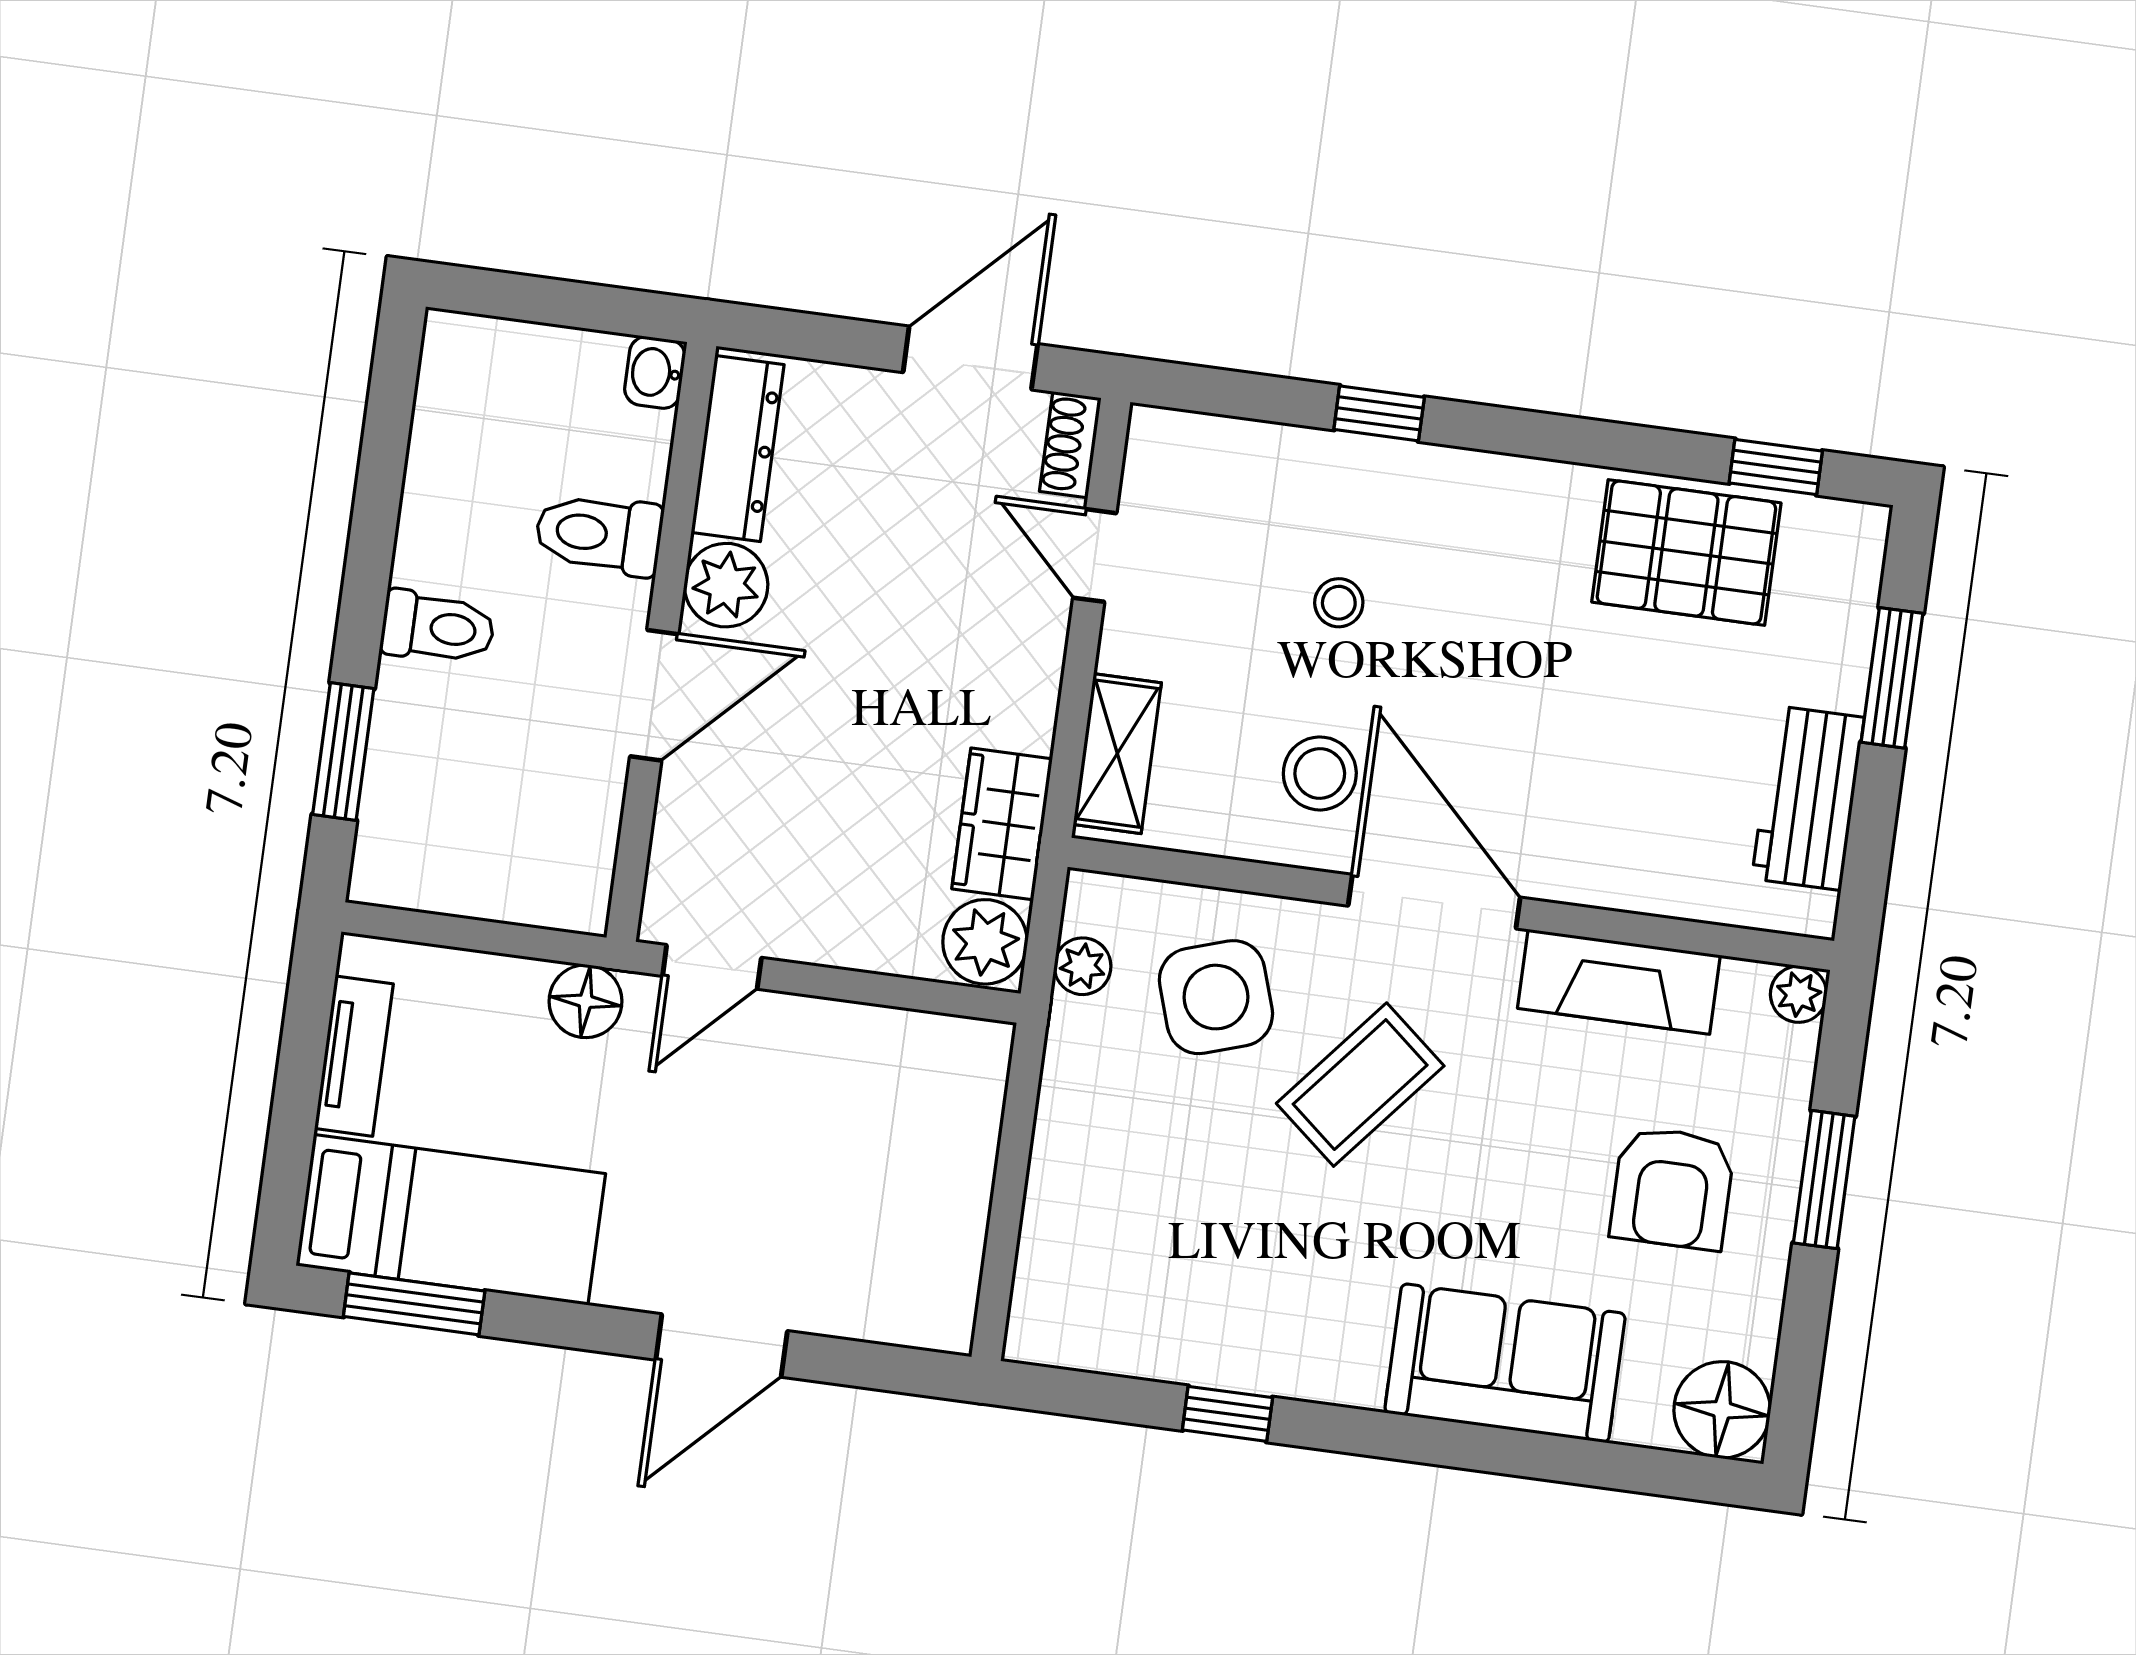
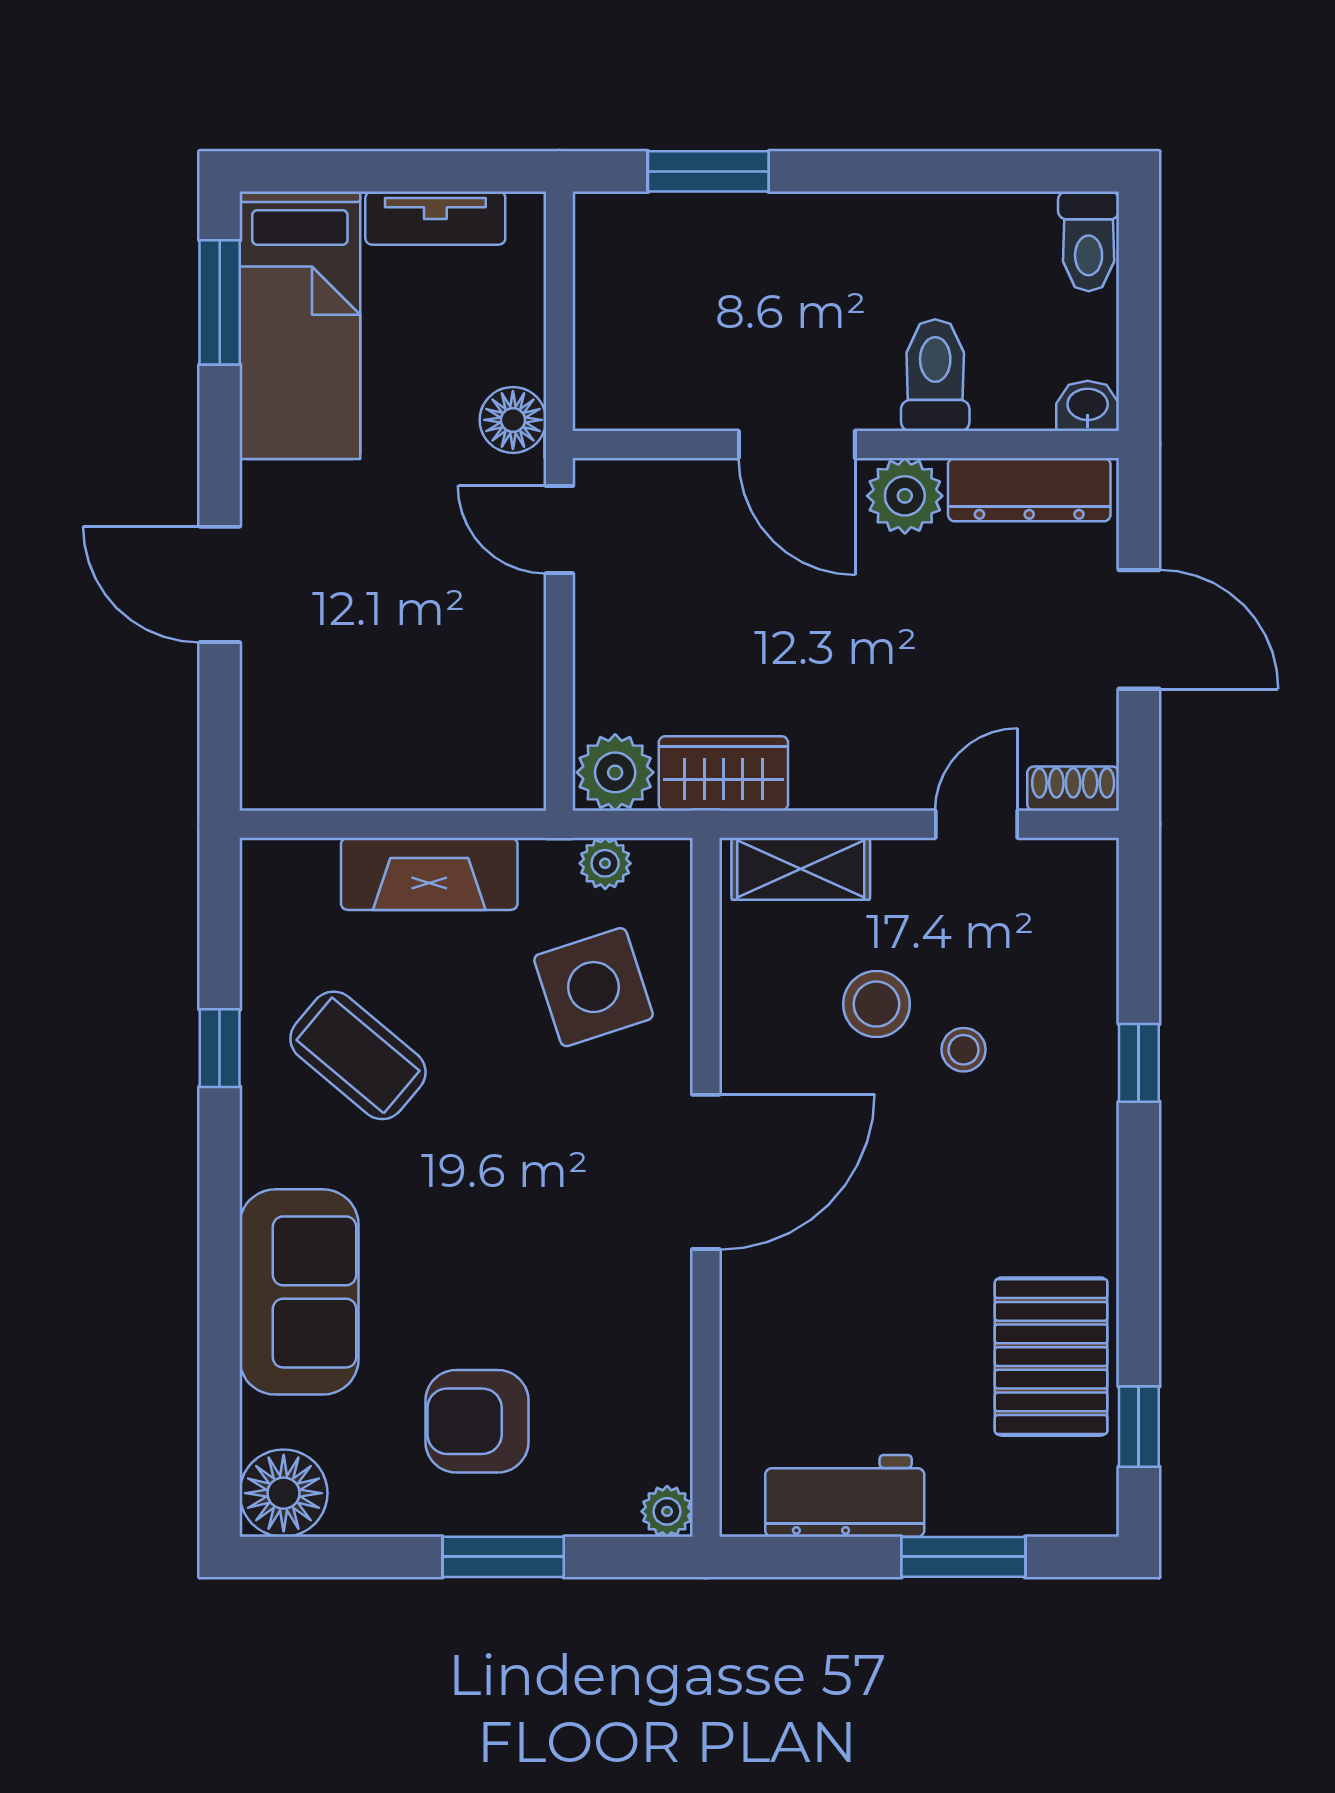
door: (970, 358) -> (1139, 629), moved
toilet: (438, 627) -> (1089, 241), moved
stool: (1320, 773) -> (876, 1004), moved
fireplace: (1619, 982) -> (429, 874), moved, turned -90
coffee table: (1360, 1085) -> (358, 1055), moved

